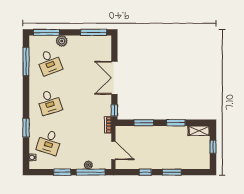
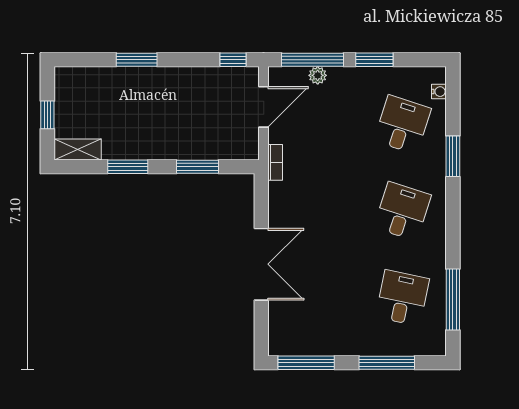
window: (46, 32) -> (387, 363), moved
plant: (62, 41) -> (375, 344), removed
desk: (49, 62) -> (402, 298), turned 33
desk: (49, 102) -> (402, 211), turned 36
window: (114, 110) -> (261, 194), removed
door: (113, 150) -> (264, 107), swing flipped
window: (145, 172) -> (233, 60), moved

